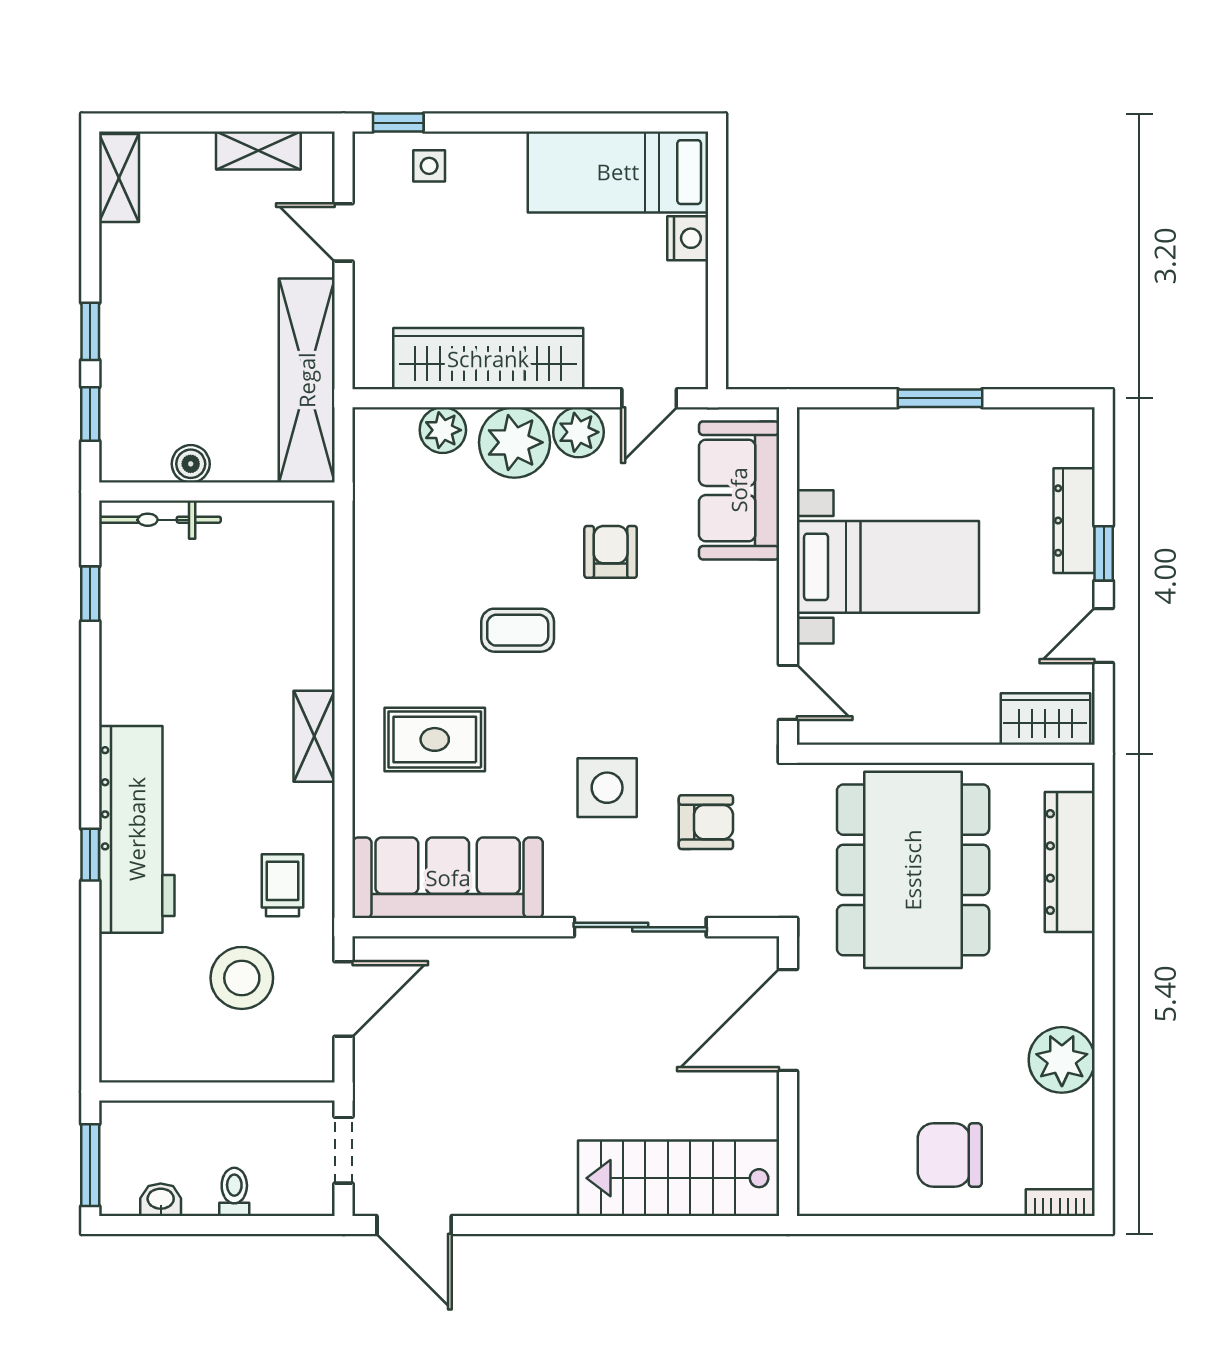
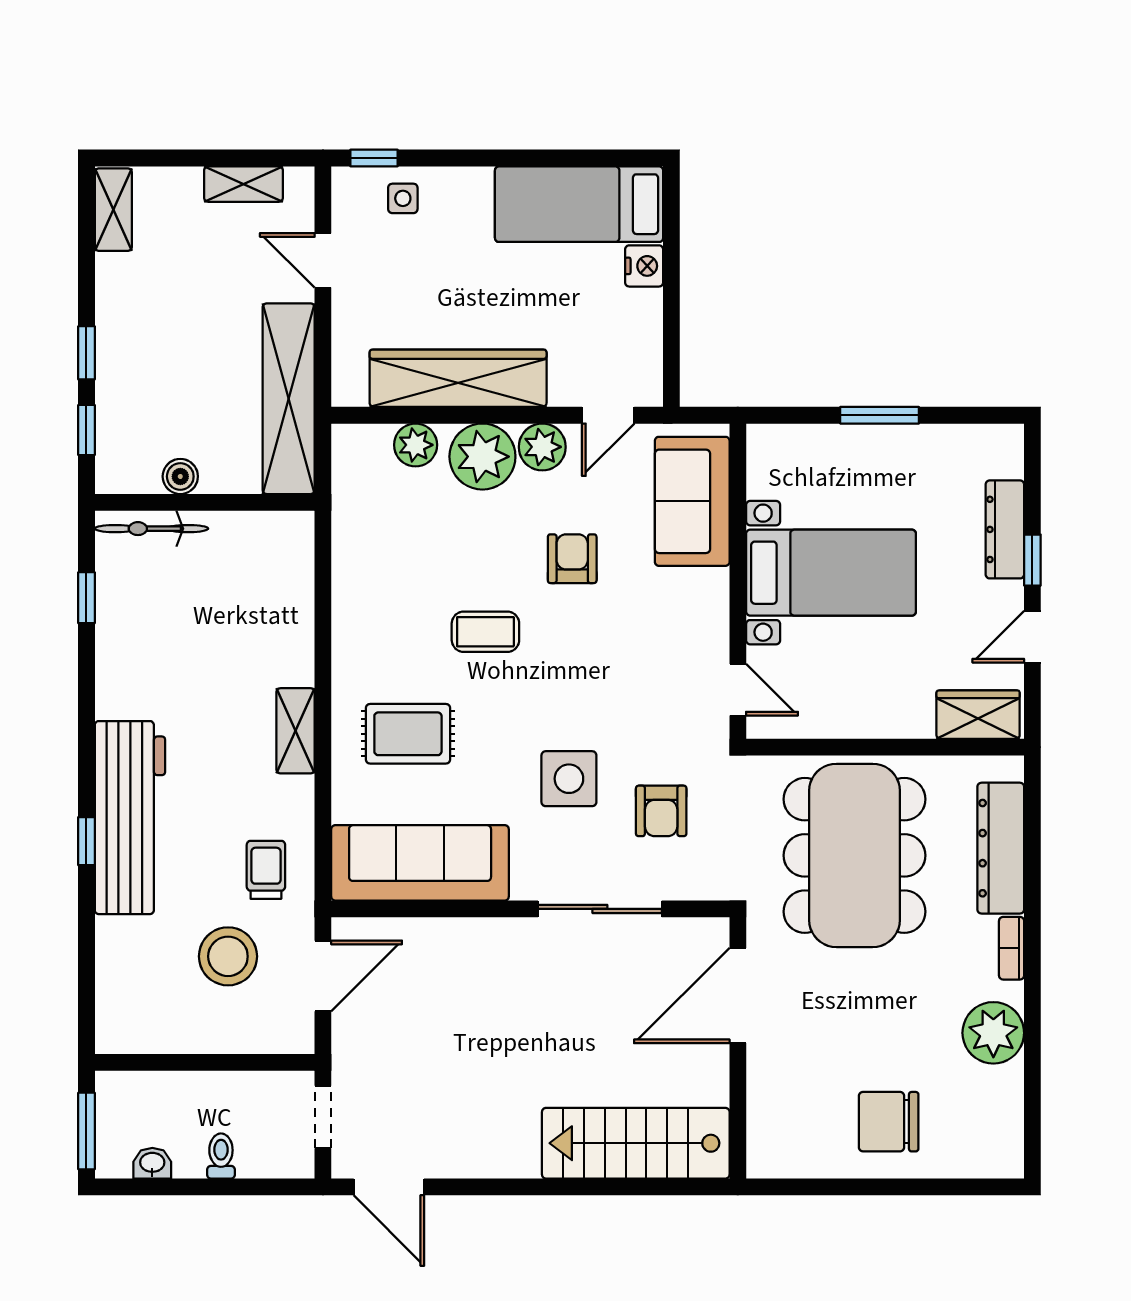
armchair: (706, 822) -> (661, 811), turned 90
bookcase: (1060, 1203) -> (1012, 948), moved, turned -90

